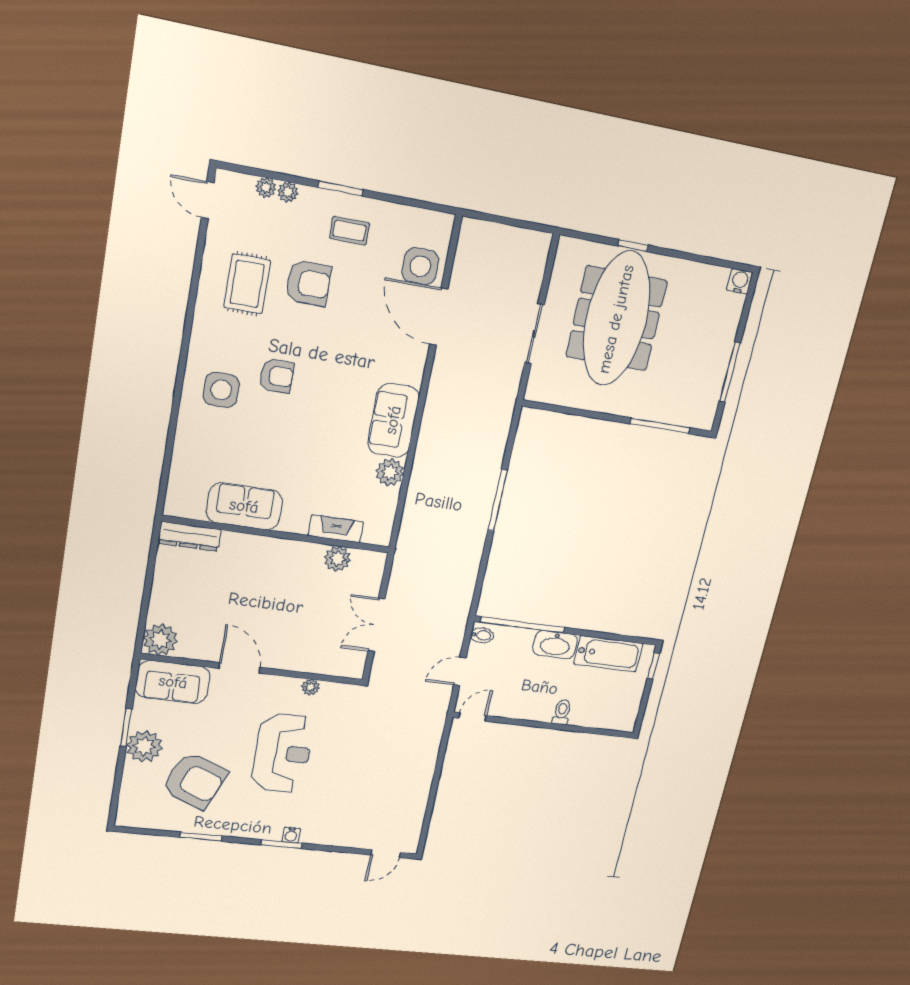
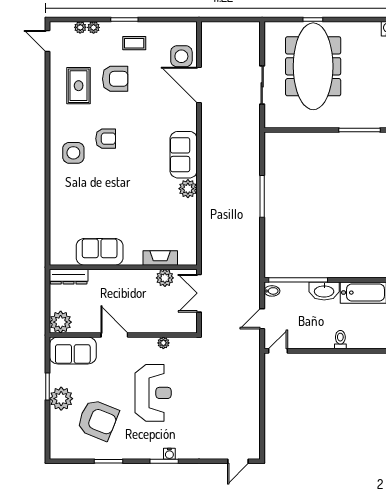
sofa: (244, 506) -> (100, 252), moved
fireplace: (336, 529) -> (160, 258), moved
wall: (277, 534) -> (123, 267), moved
dresser: (190, 536) -> (69, 277), moved
plant: (337, 559) -> (165, 278), moved

